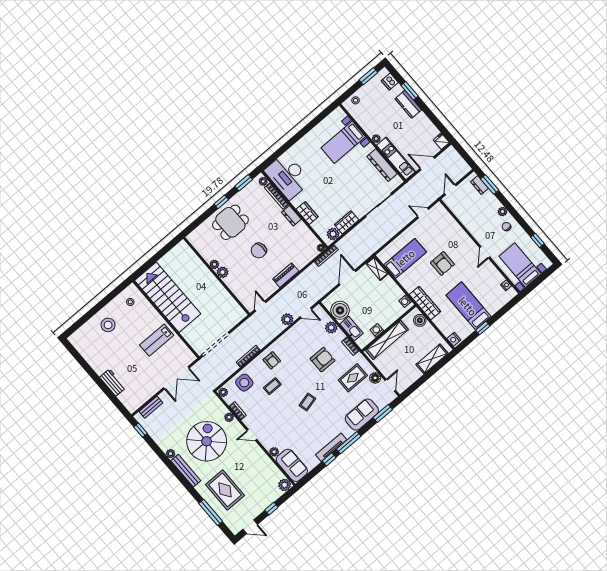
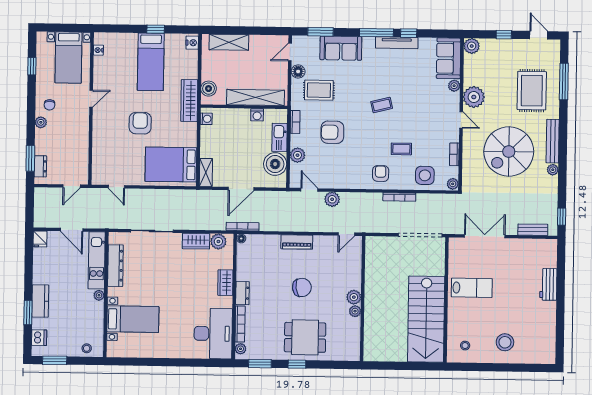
bed: (405, 258) -> (171, 164), width x1.50
plant: (229, 417) -> (474, 97), moved, width x1.87, depth x1.87

